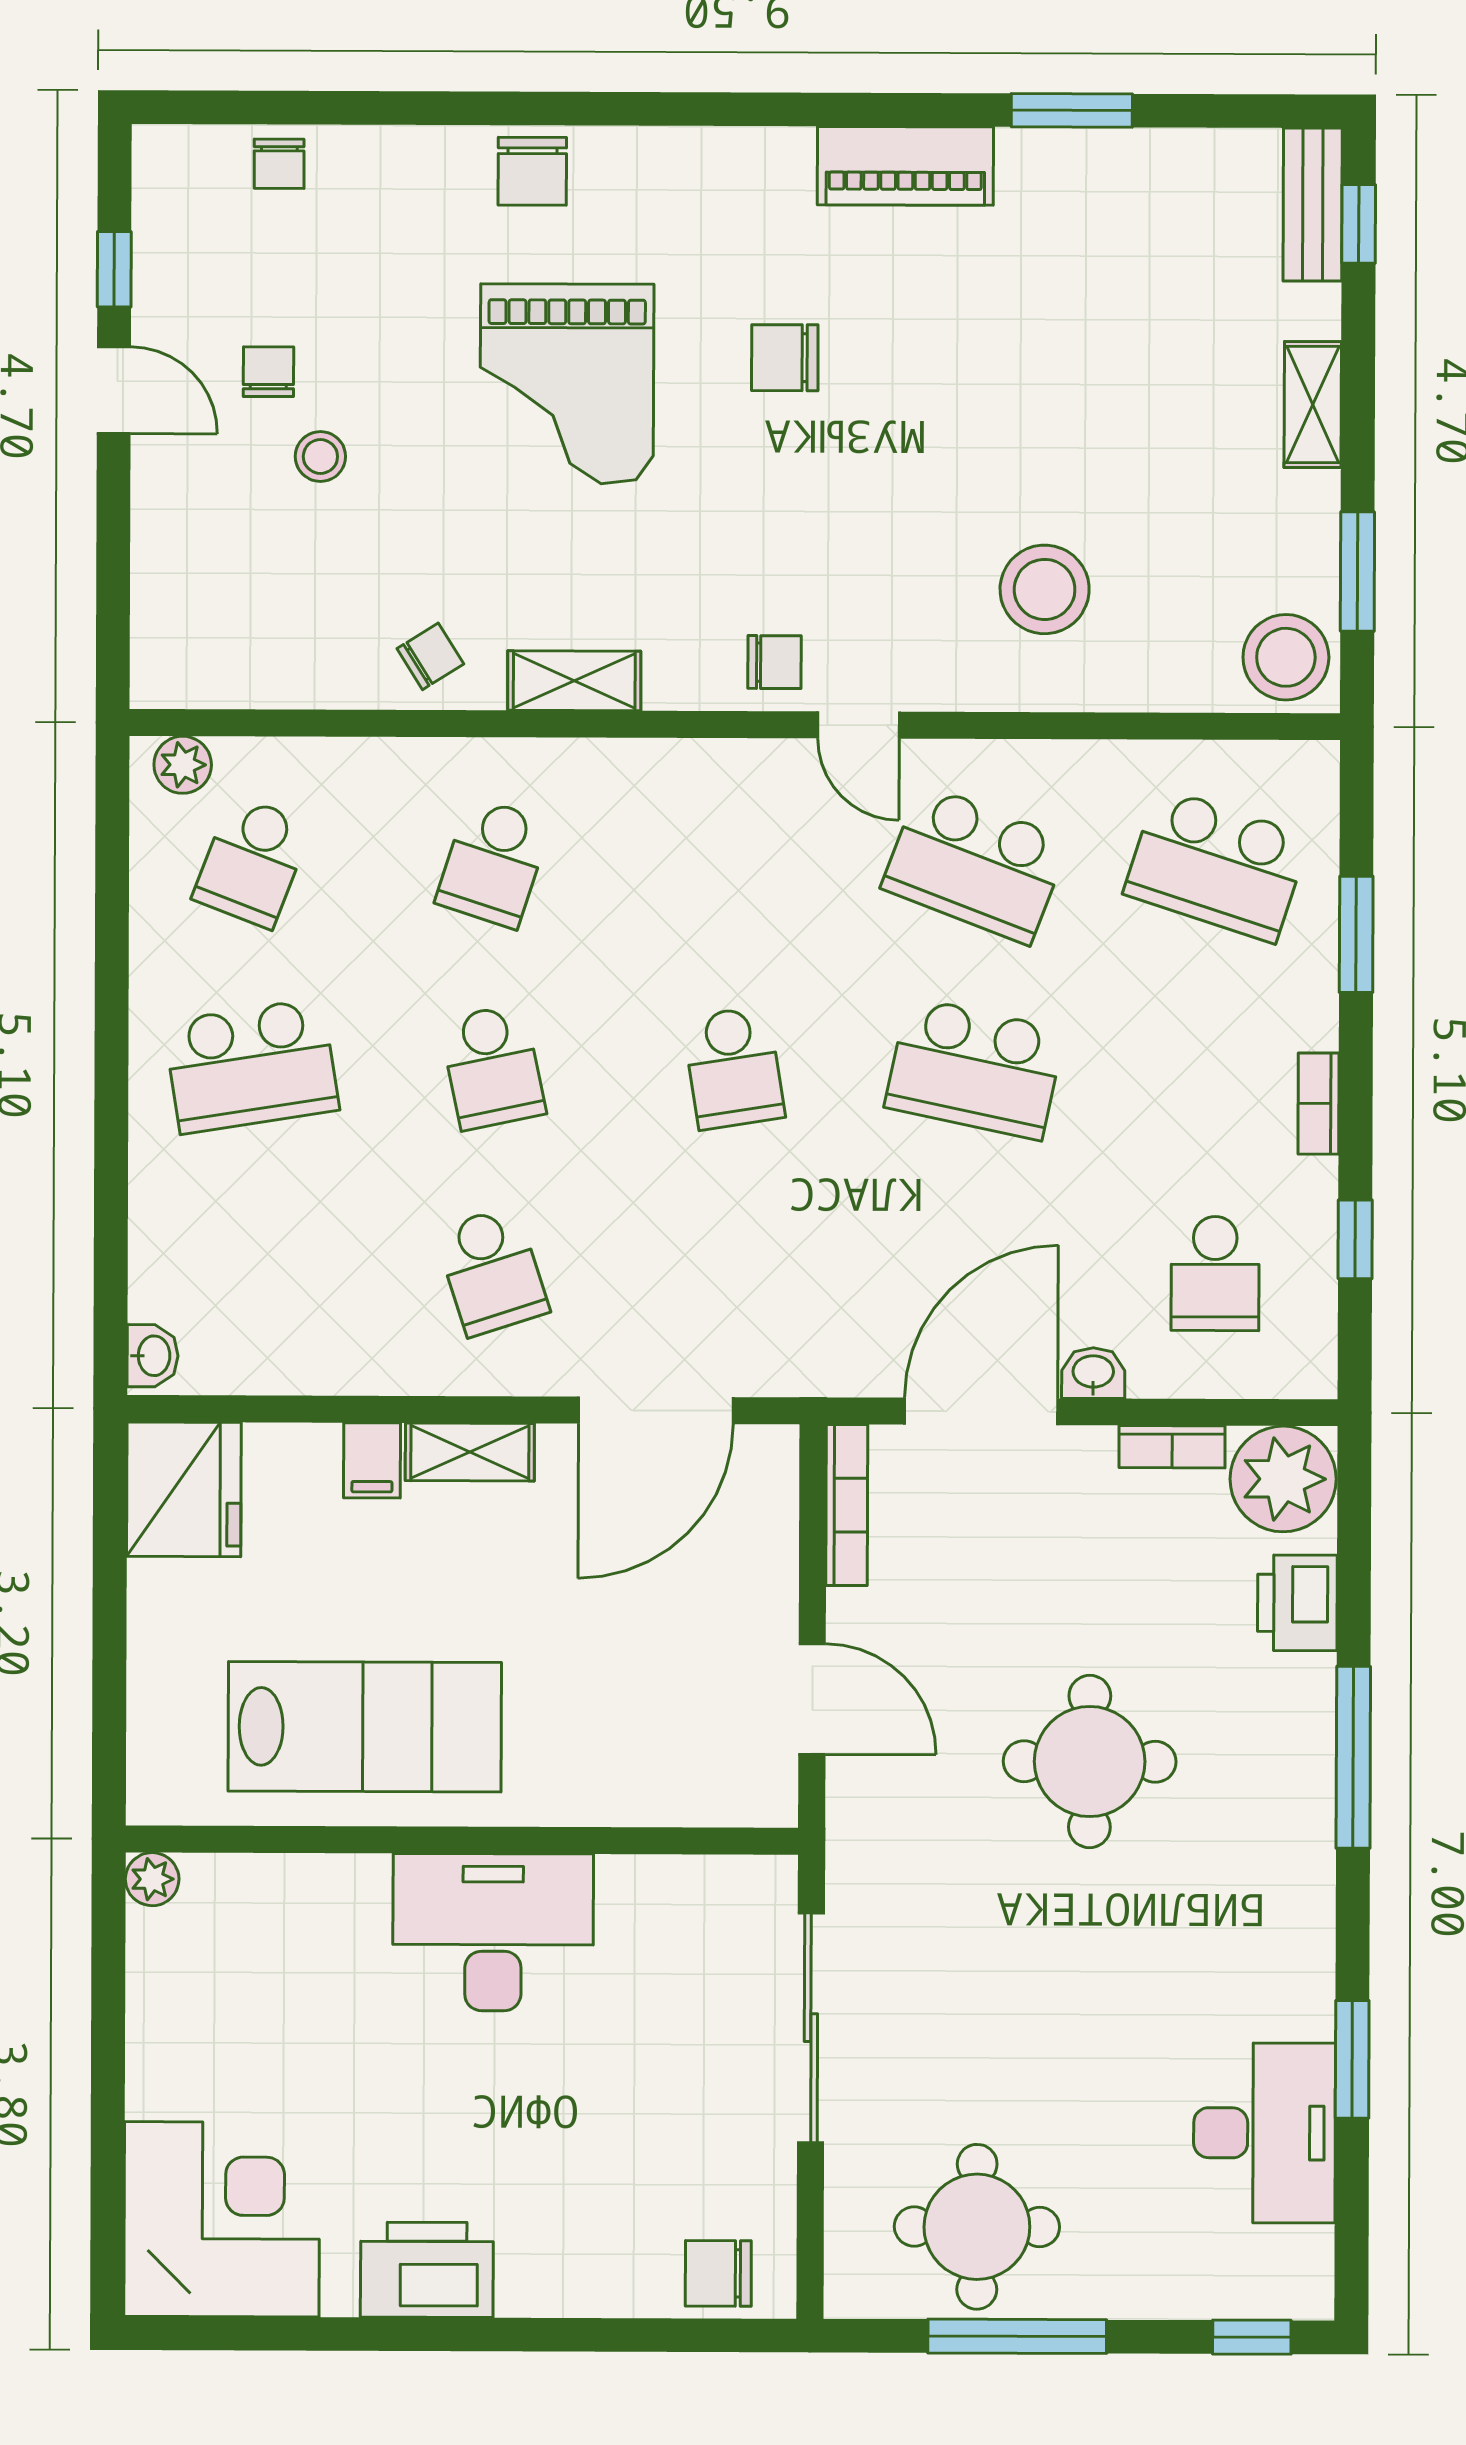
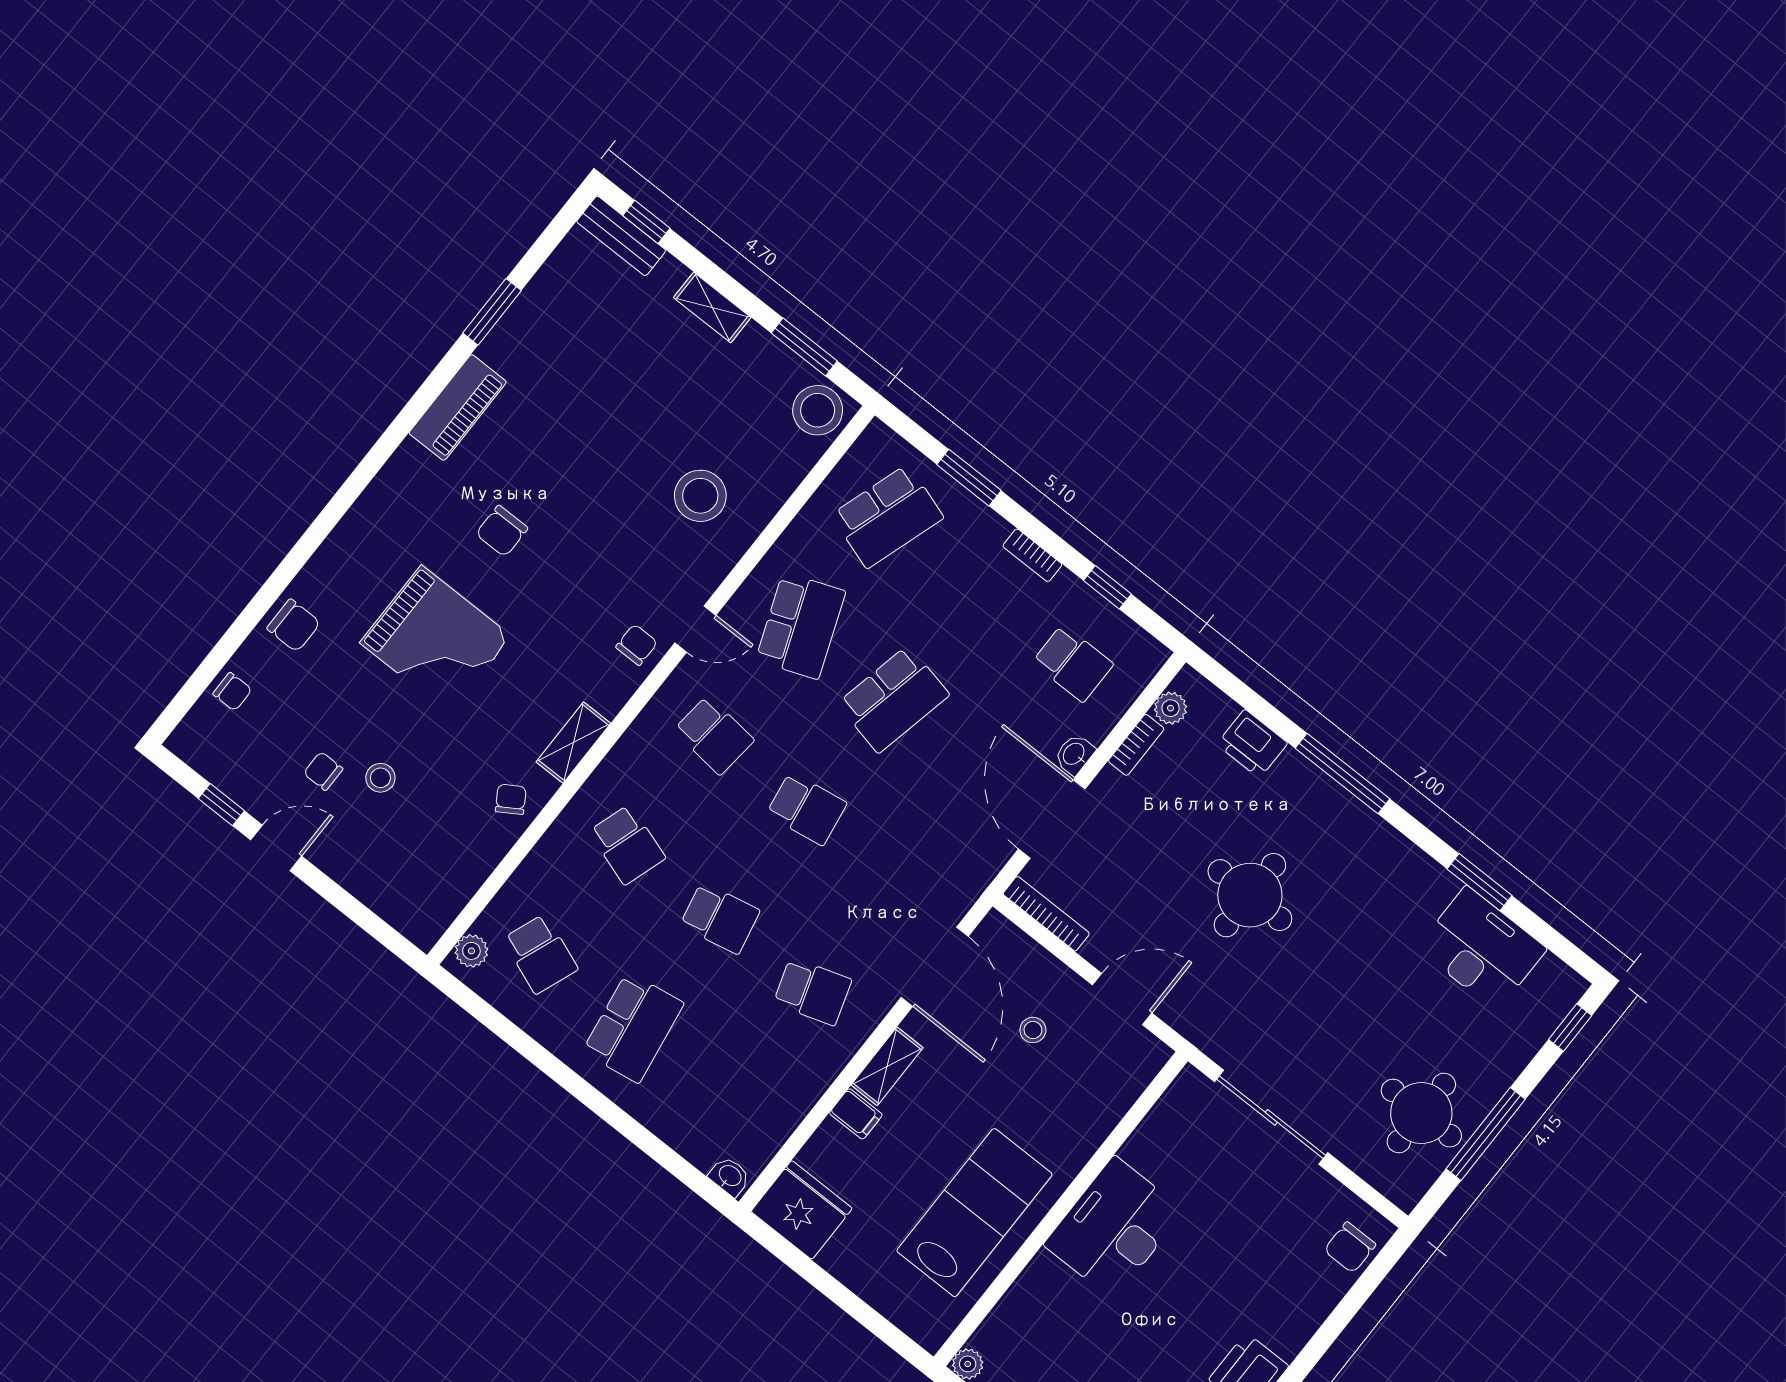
chair: (532, 171) -> (294, 625), moved
school desk: (734, 863) -> (714, 735), added
school desk: (975, 864) -> (801, 626), turned -42
plant: (1283, 1479) -> (1171, 708), width x0.53, depth x0.53
stool: (675, 1611) -> (1033, 1030), added

